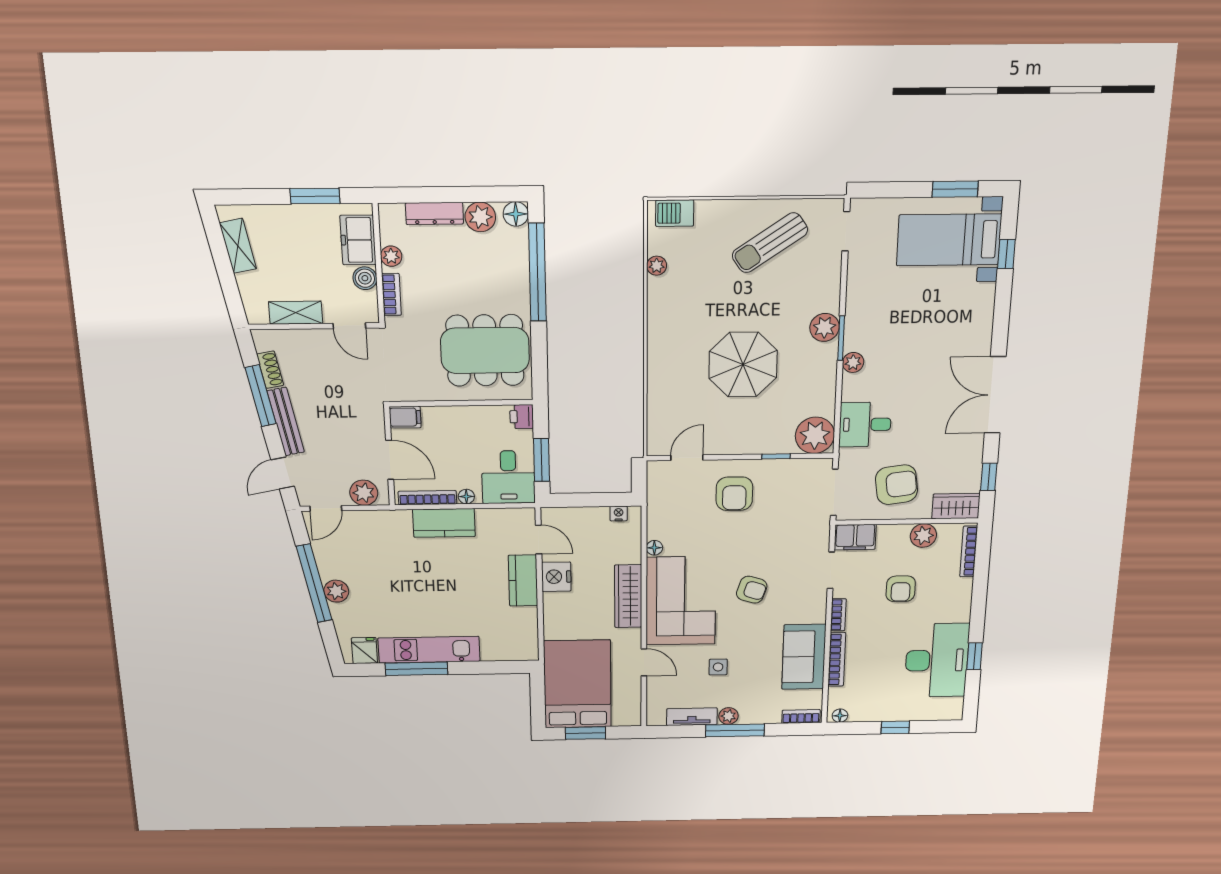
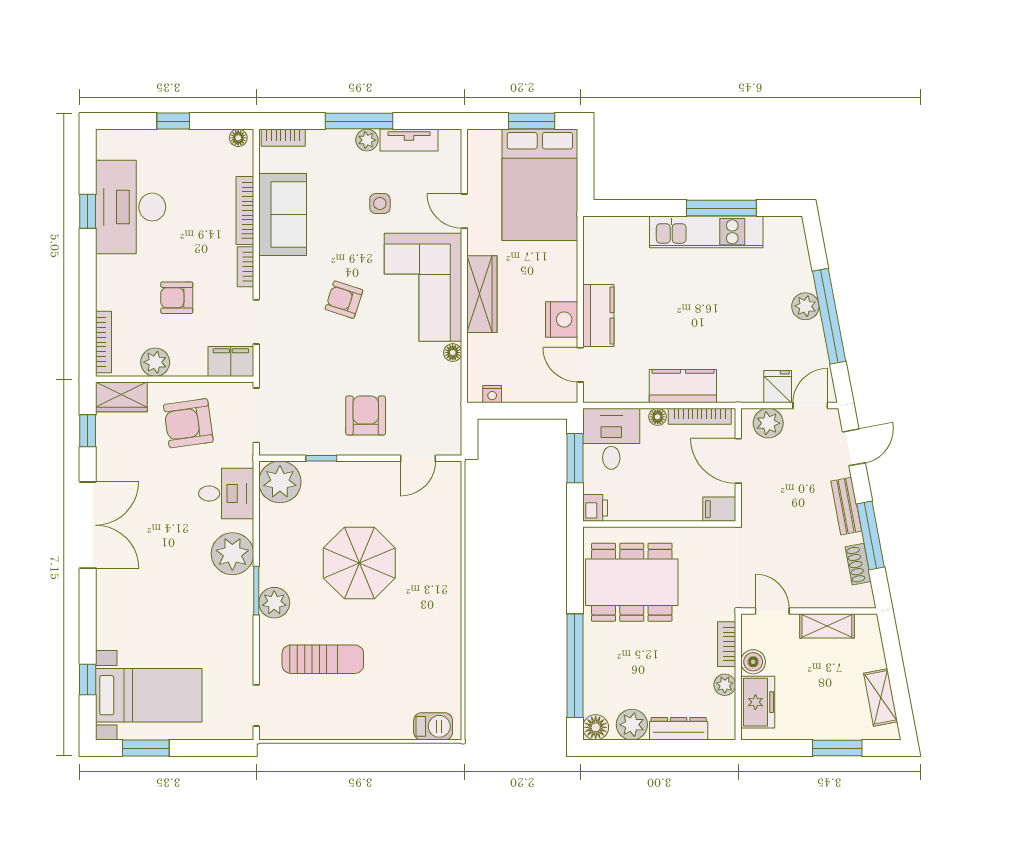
window: (315, 196) -> (837, 748), moved
sun lounger: (770, 243) -> (323, 659), moved, turned 34
plant: (657, 266) -> (451, 671), removed
plant: (853, 362) -> (232, 554), width x1.87, depth x1.87
bench: (286, 422) -> (846, 506), width x0.73
armchair: (901, 589) -> (177, 298), turned -90
fridge: (364, 650) -> (778, 387), moved, turned 180

